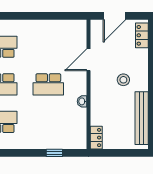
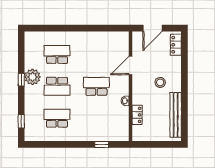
school desk: (48, 84) -> (96, 86), turned 180
locker: (96, 138) -> (137, 115), moved

